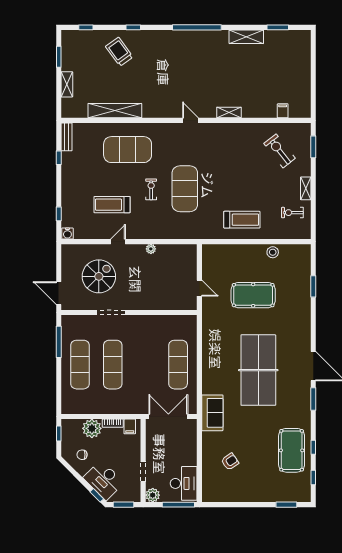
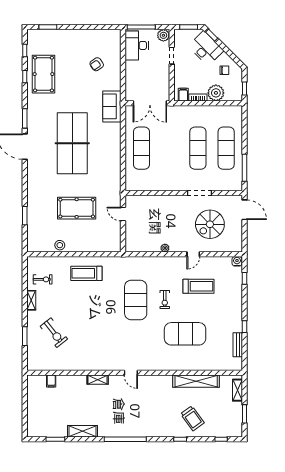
shelving: (115, 111) -> (196, 381), moved
filing cabinet: (283, 111) -> (51, 381), moved
shelving: (229, 112) -> (98, 380), moved
wall: (186, 120) -> (135, 373), moved
door: (190, 120) -> (131, 373), moved

